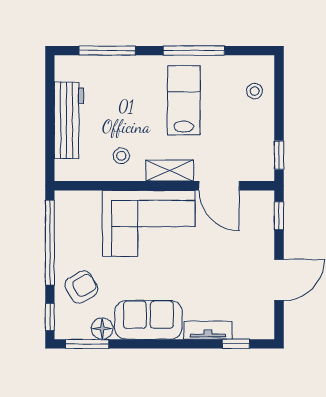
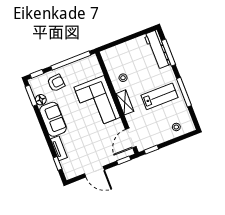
workbench: (69, 120) -> (157, 49), moved, turned 90
door: (219, 186) -> (131, 138), moved
armchair: (81, 287) -> (56, 83), turned -66

